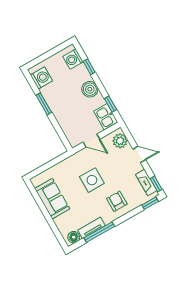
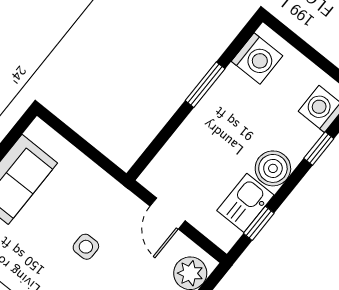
kitchen sink: (106, 117) -> (245, 203), moved
side table: (92, 180) -> (86, 247), width x0.54, depth x0.54

